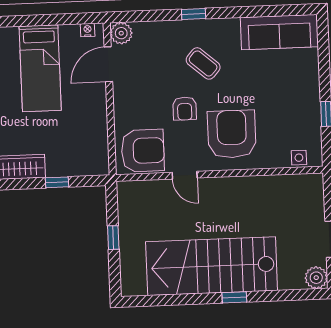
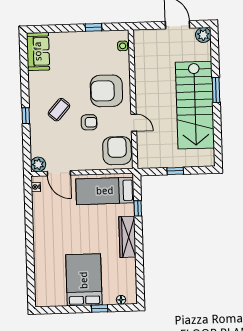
sofa: (279, 32) -> (38, 51), width x0.73
bed: (40, 68) -> (105, 191), moved, turned 180
door: (185, 175) -> (134, 123), hinge flipped
window: (234, 297) -> (216, 90), width x1.50

